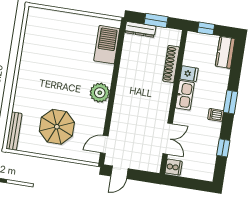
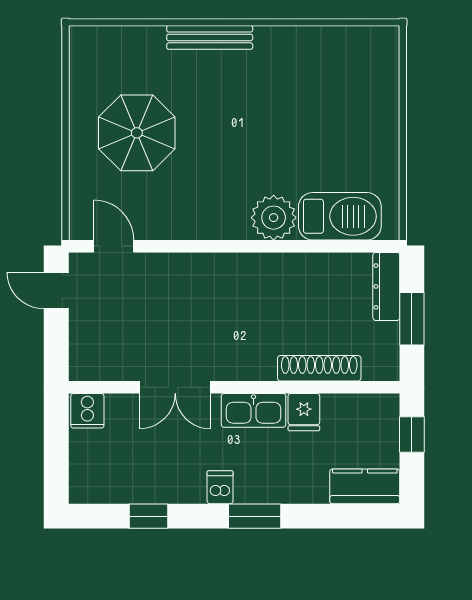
plant: (100, 93) -> (274, 218), moved
bench: (14, 131) -> (210, 37), moved
double door: (168, 139) -> (175, 387), moved

